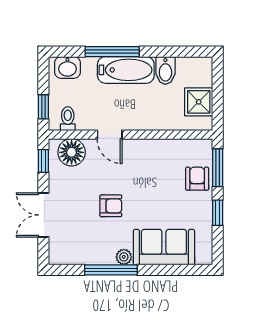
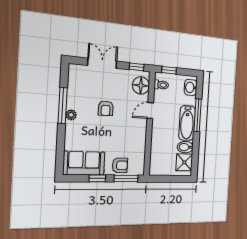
shower: (199, 102) -> (184, 162), moved
sofa: (164, 247) -> (84, 163), moved, turned -90

